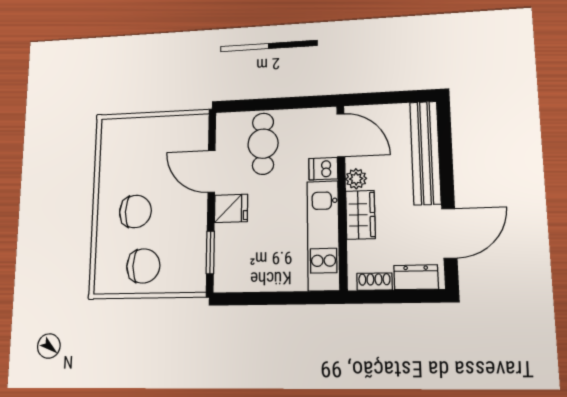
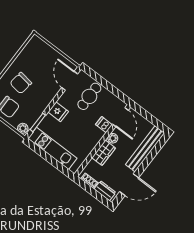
door: (212, 171) -> (70, 81), moved
chair: (135, 211) -> (21, 83), turned 98
kitchen unit: (323, 235) -> (52, 148), moved, turned 90
plant: (192, 282) -> (23, 128), added

